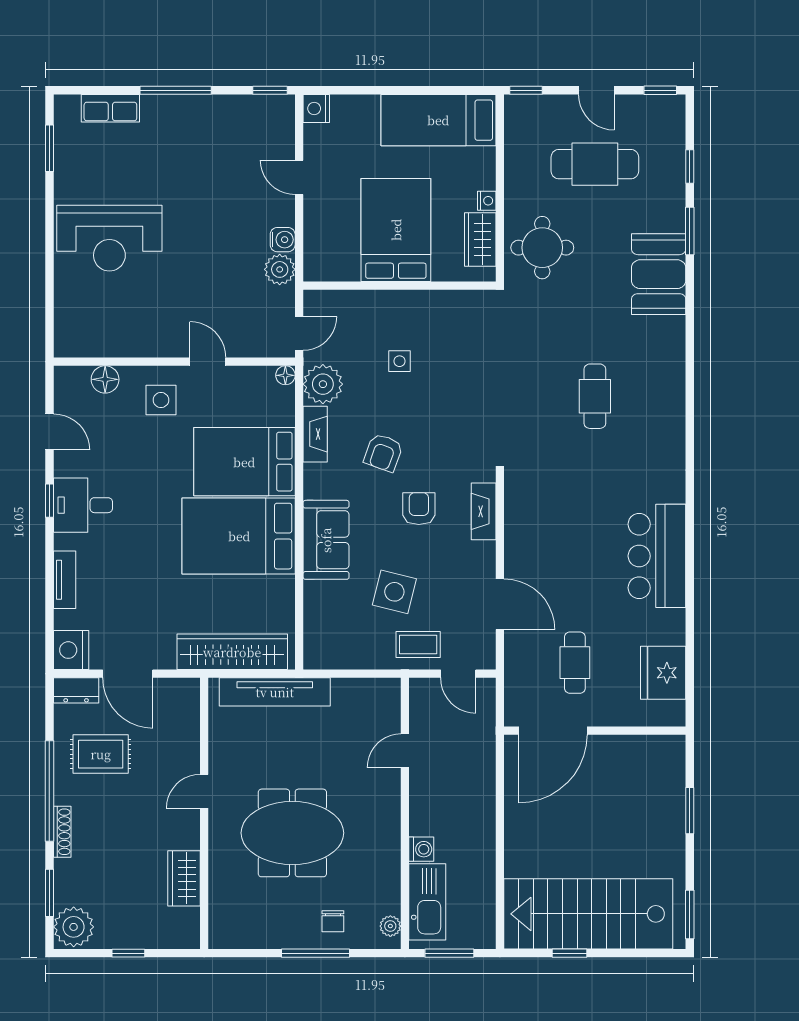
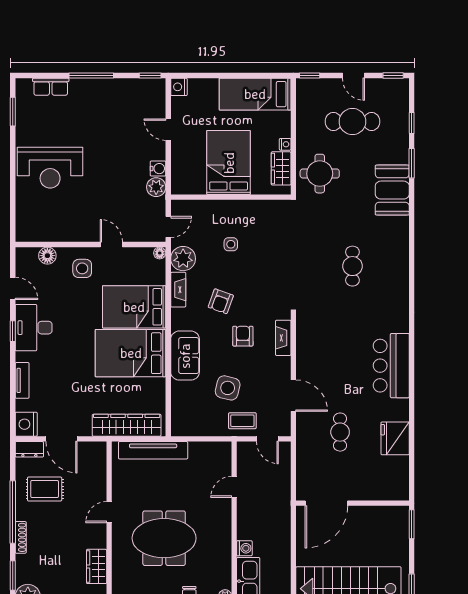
desk: (83, 505) -> (34, 328), width x1.37
door: (553, 731) -> (326, 503), moved
wall: (595, 731) -> (352, 503), moved

